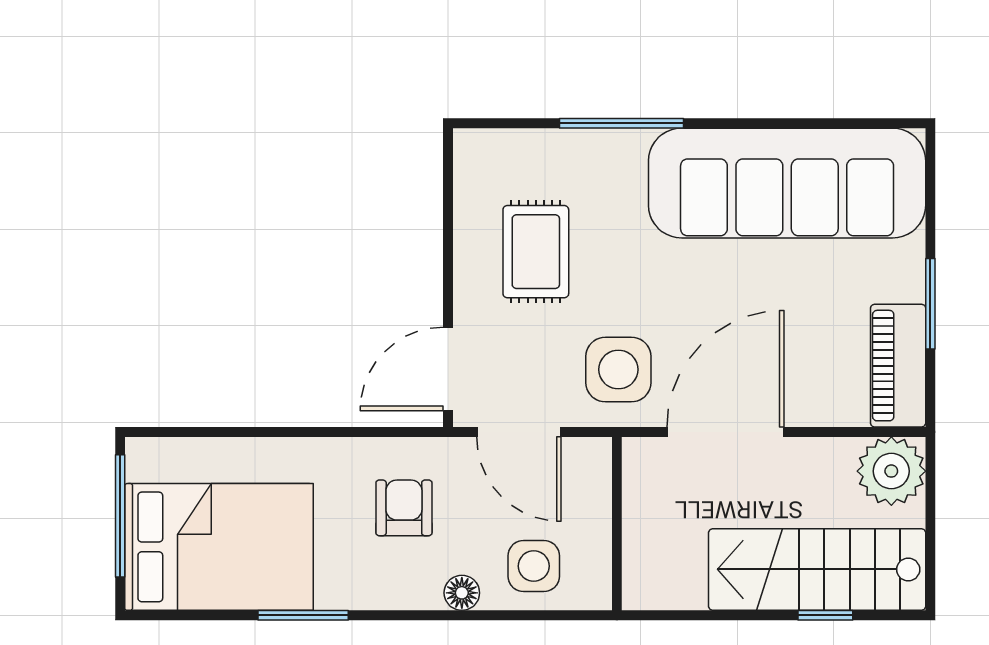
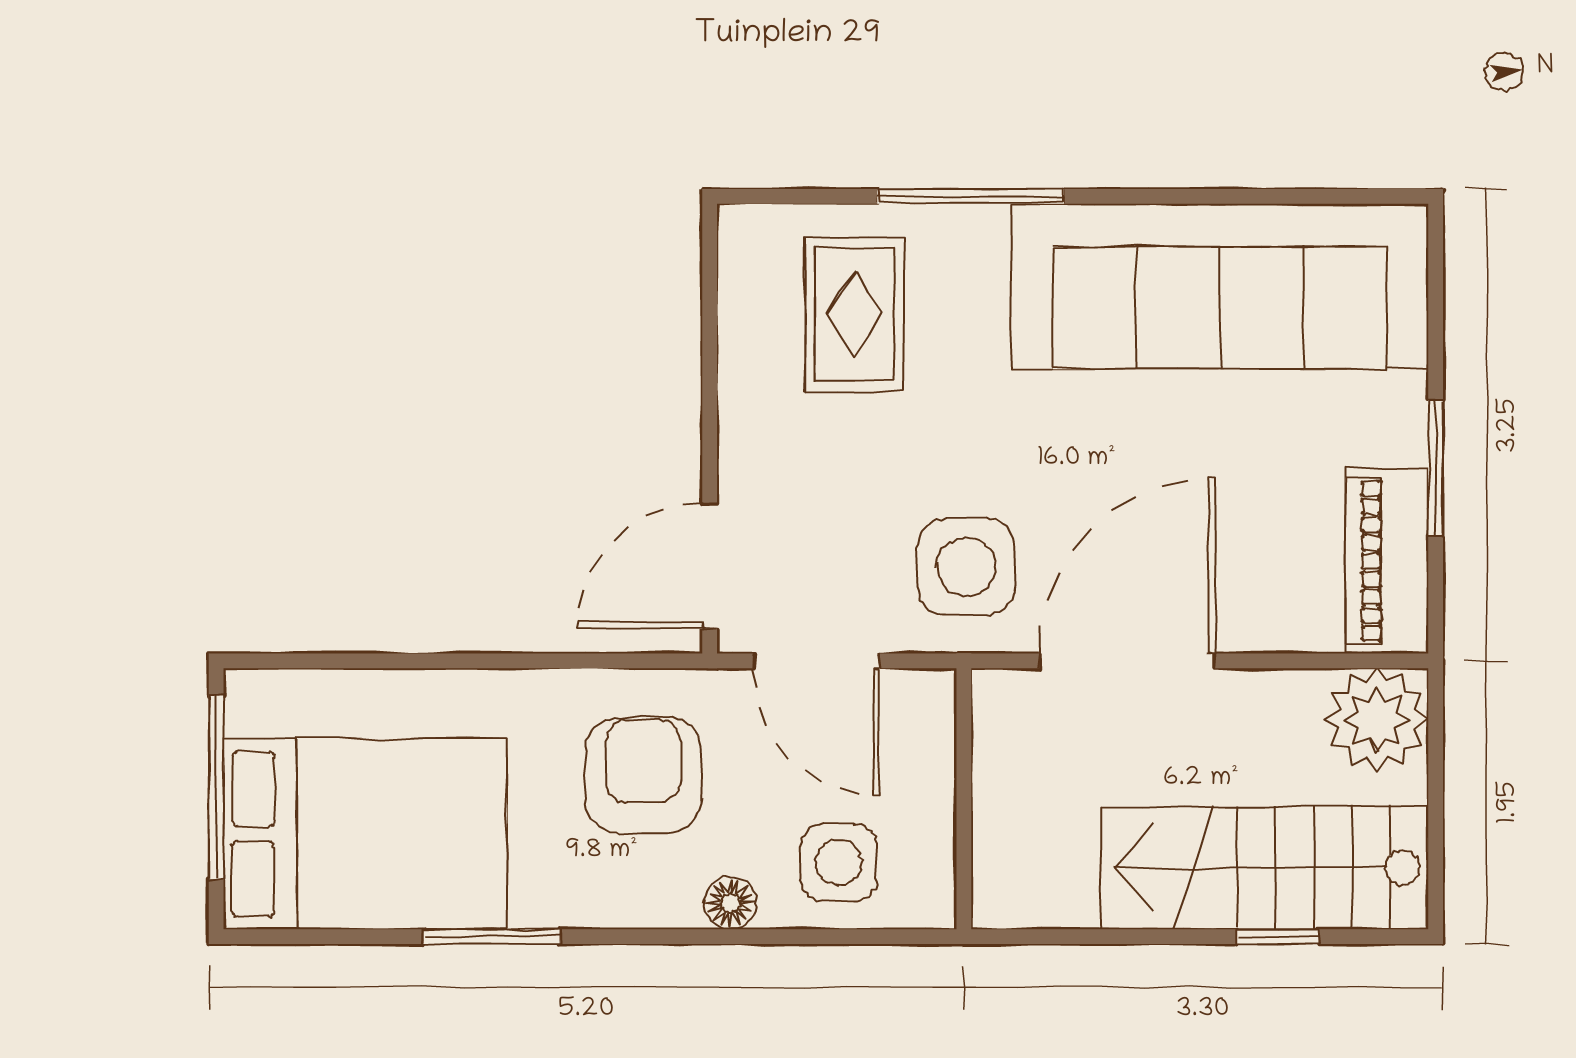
rug: (536, 252) -> (854, 314), moved
armchair: (404, 508) -> (643, 775), width x1.38, depth x1.38

